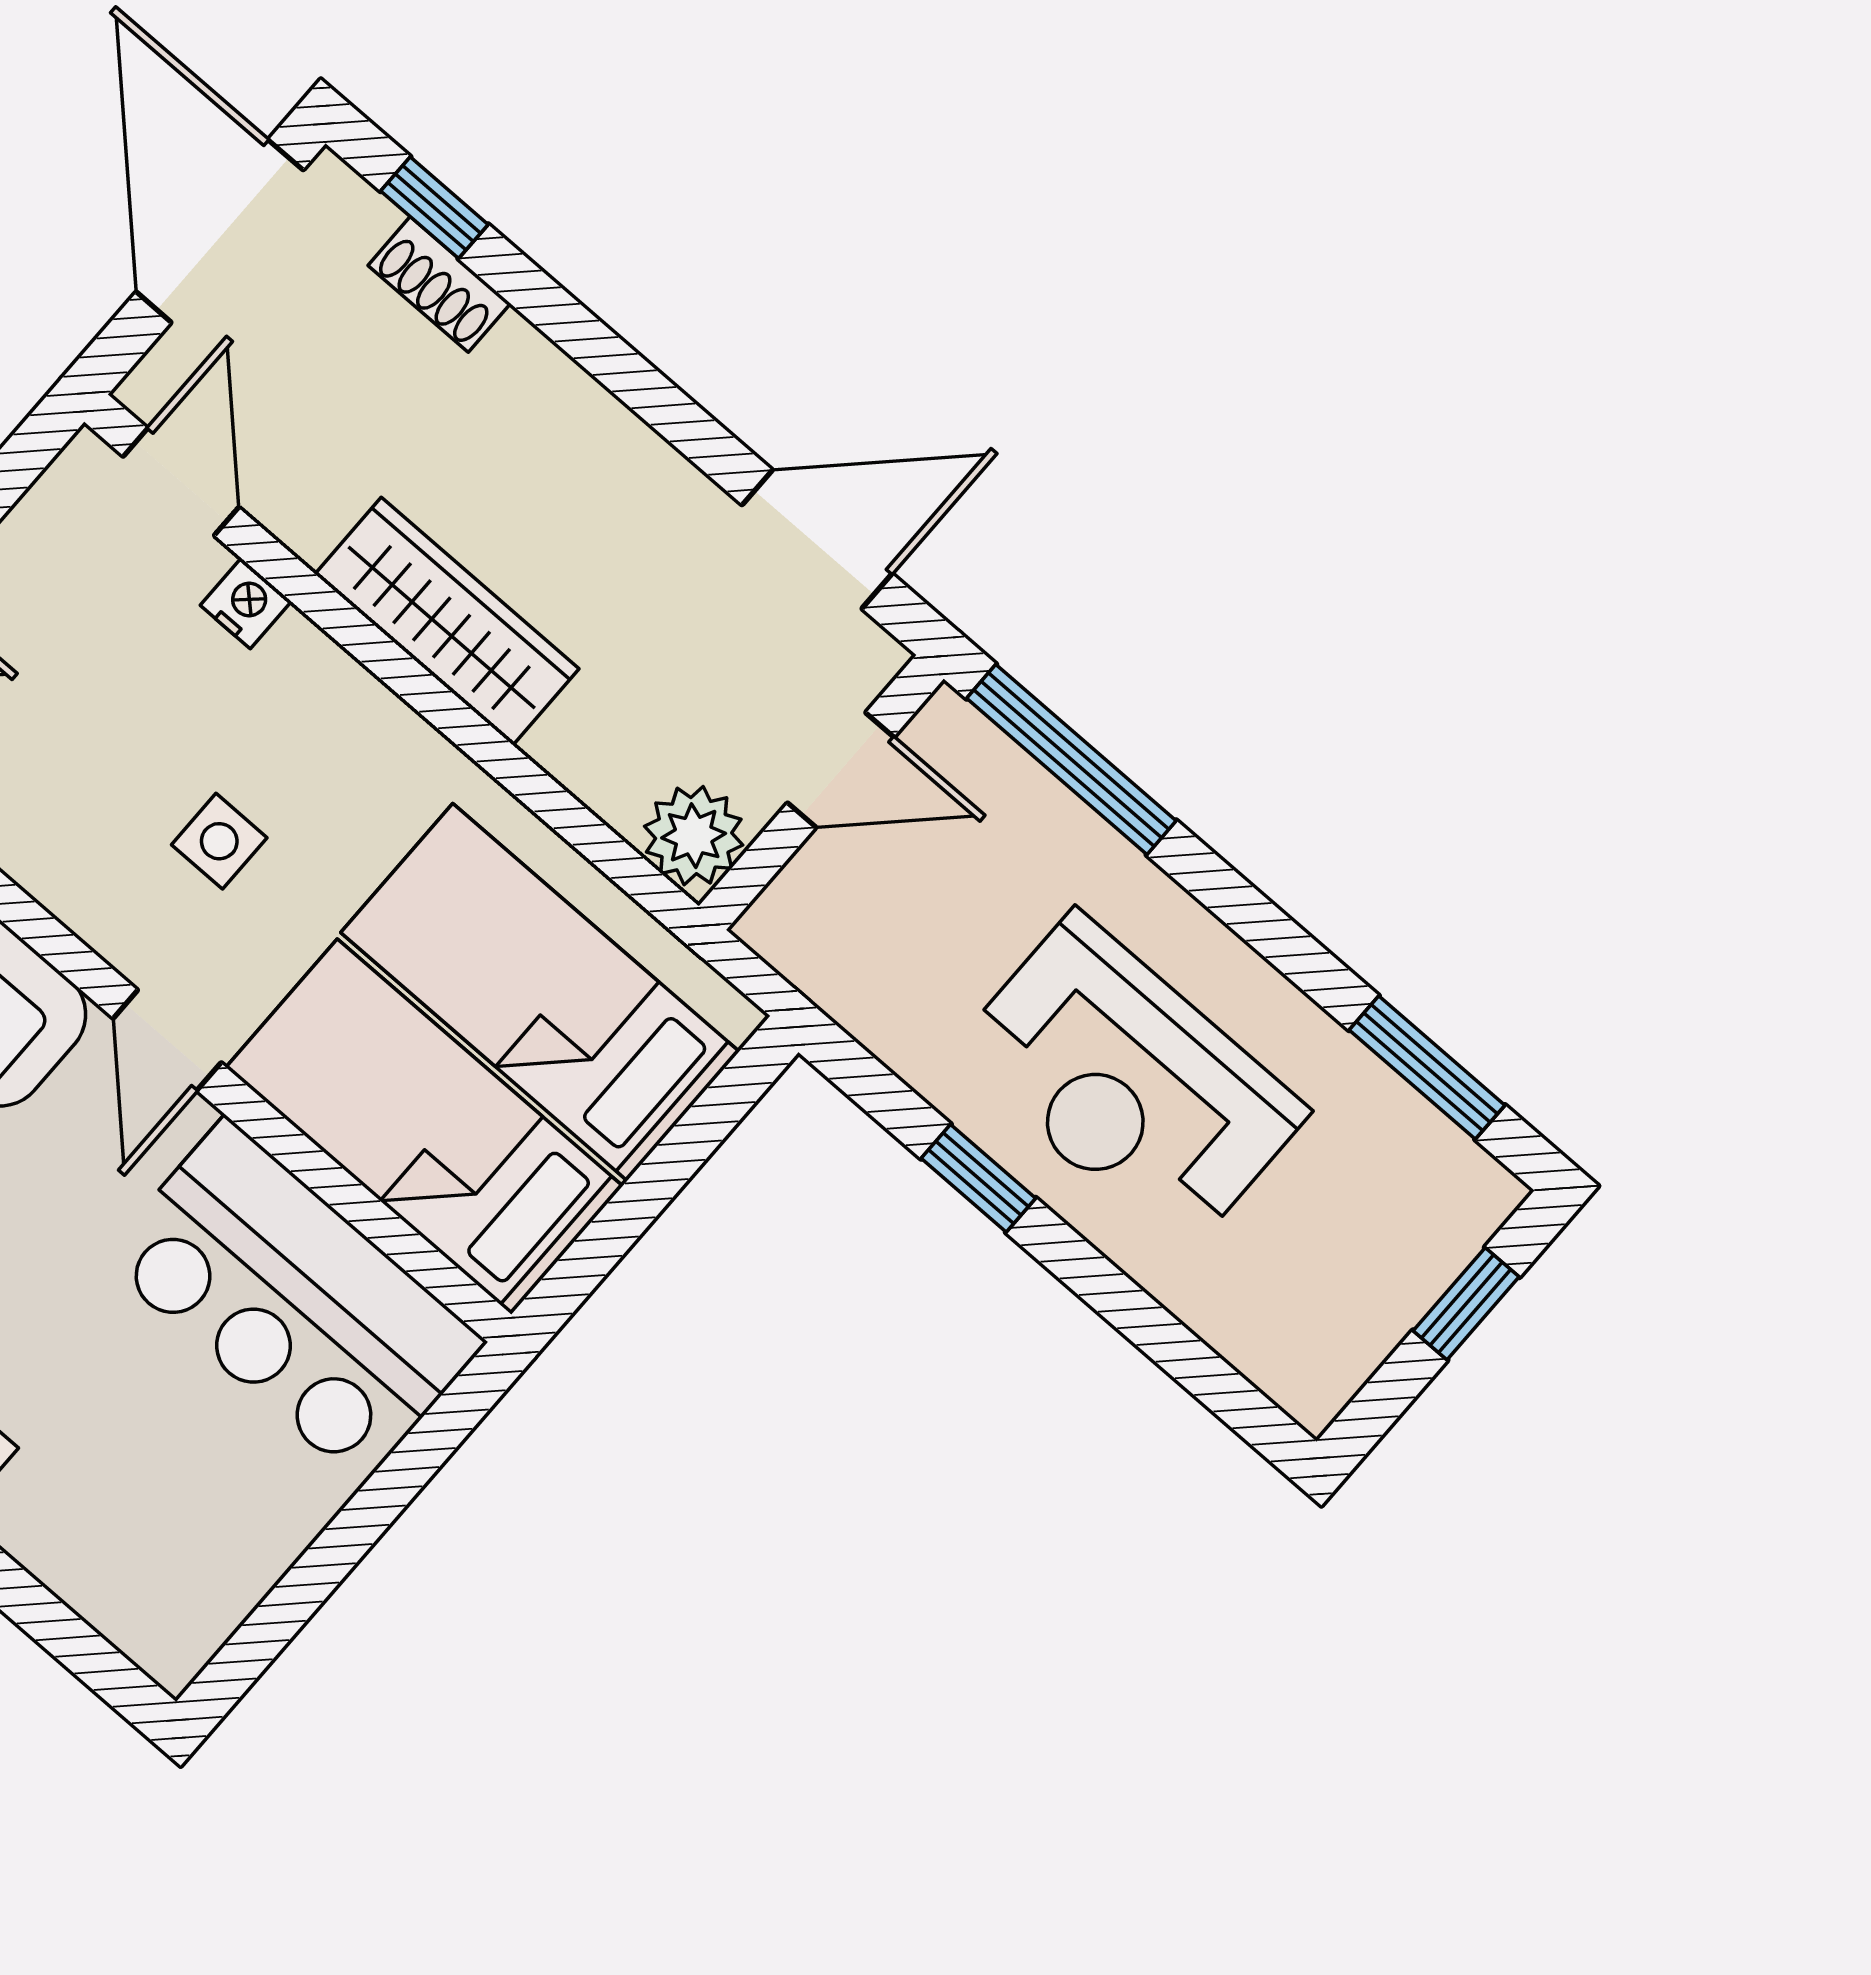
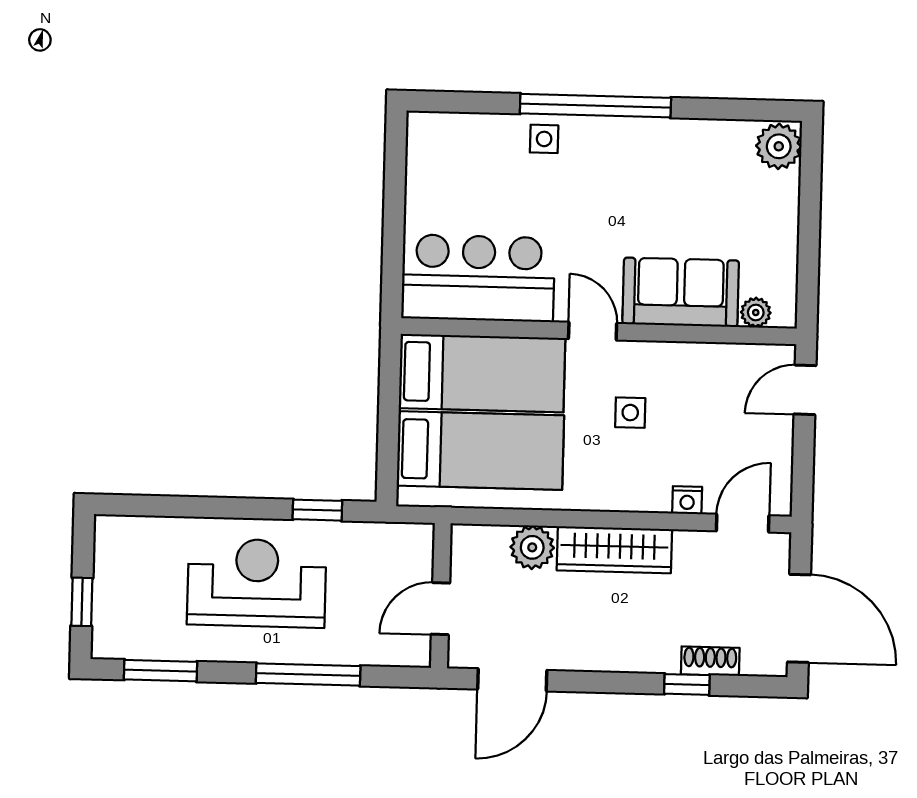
window: (434, 208) -> (687, 684), moved
door: (181, 482) -> (743, 523), swing flipped
window: (1071, 760) -> (308, 675), moved
plant: (694, 836) -> (532, 547), moved
window: (978, 1178) -> (317, 510), moved

